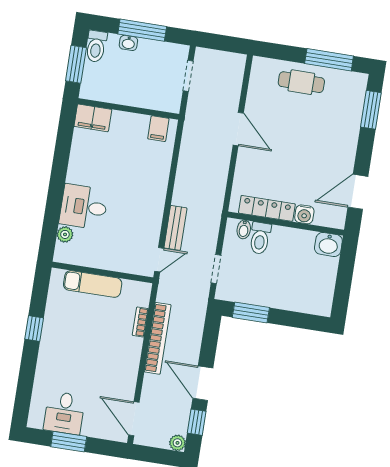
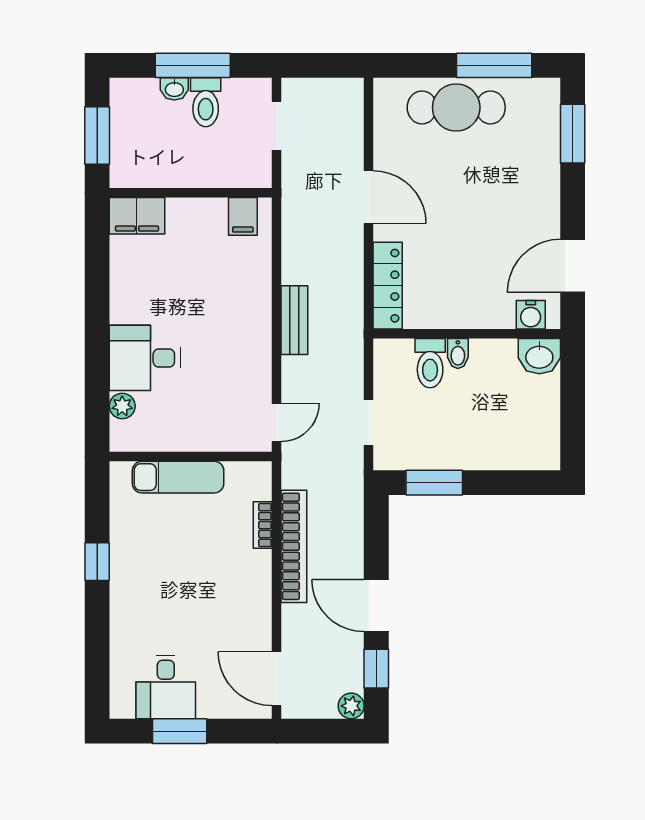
toilet: (96, 46) -> (206, 102), moved
cafe table: (301, 82) -> (456, 107), width x1.37, depth x1.35
locker: (267, 208) -> (388, 286), moved, turned 90
water cooler: (304, 214) -> (531, 315), moved
bench: (175, 228) -> (294, 320), moved
bidet: (244, 229) -> (458, 354), moved

